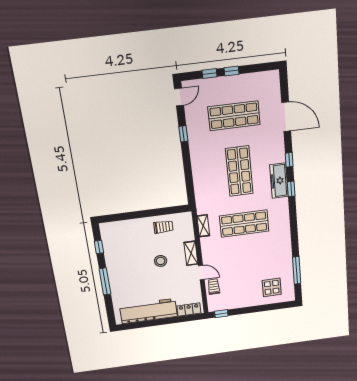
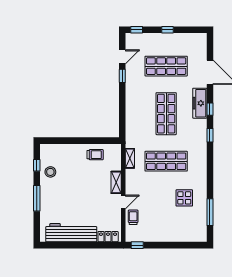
window: (210, 74) -> (137, 30), moved
door: (179, 97) -> (122, 57), moved
freezer: (279, 181) -> (200, 103), moved
stool: (161, 261) -> (50, 172), moved
door: (201, 273) -> (123, 202), hinge flipped
display table: (272, 287) -> (184, 198), moved

